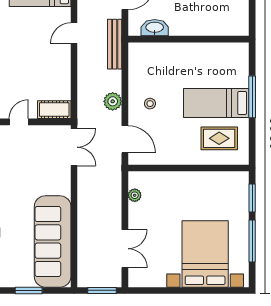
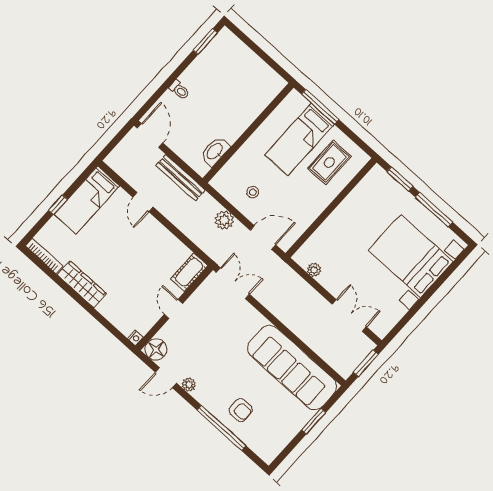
washbasin: (155, 28) -> (215, 151), moved
wall: (188, 39) -> (248, 133), moved

